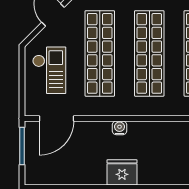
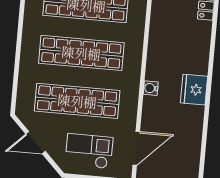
door: (57, 118) -> (136, 148), hinge flipped

